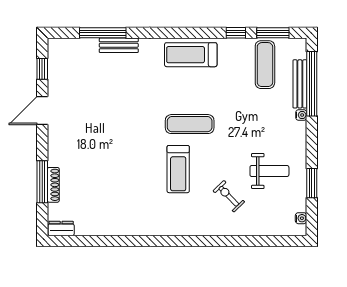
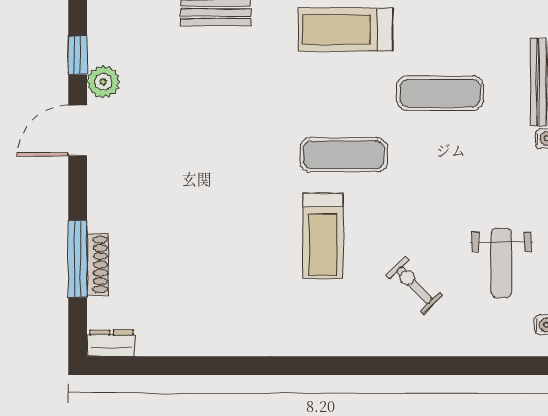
exercise mat: (265, 65) -> (440, 93), moved, turned 90
plant: (56, 84) -> (103, 82), added
weight bench: (269, 171) -> (501, 263), moved, turned 90

